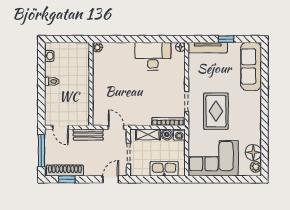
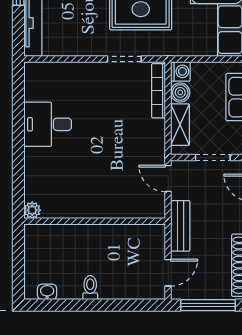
floor lamp: (180, 47) -> (32, 69), removed
desk: (153, 56) -> (48, 124), width x0.73
door: (116, 127) -> (168, 178), hinge flipped

